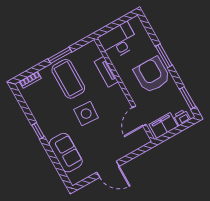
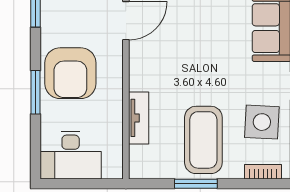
desk: (118, 41) -> (71, 155), moved
side table: (86, 114) -> (262, 122), moved

